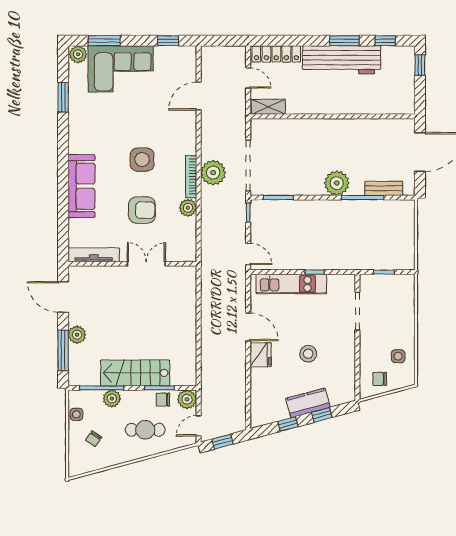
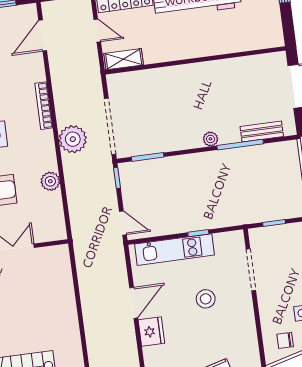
door: (199, 96) -> (43, 36), moved
bookcase: (191, 177) -> (44, 106), moved
plant: (337, 183) -> (210, 139), width x0.53, depth x0.53
door: (248, 327) -> (134, 303), hinge flipped
stool: (308, 354) -> (206, 299), moved

